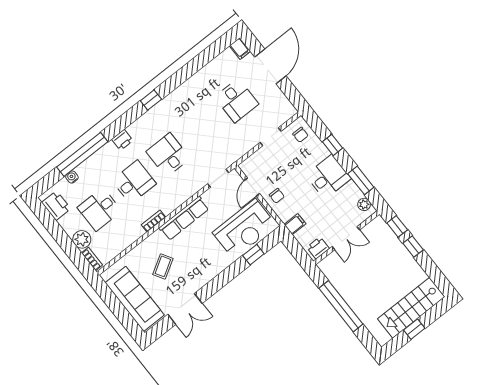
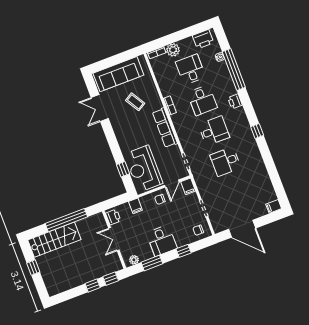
door: (270, 66) -> (242, 229), moved
desk: (237, 101) -> (226, 162), moved
filing cabinet: (249, 165) -> (188, 186), added
door: (252, 187) -> (172, 184), swing flipped
stairs: (411, 308) -> (54, 240), moved, turned 90

